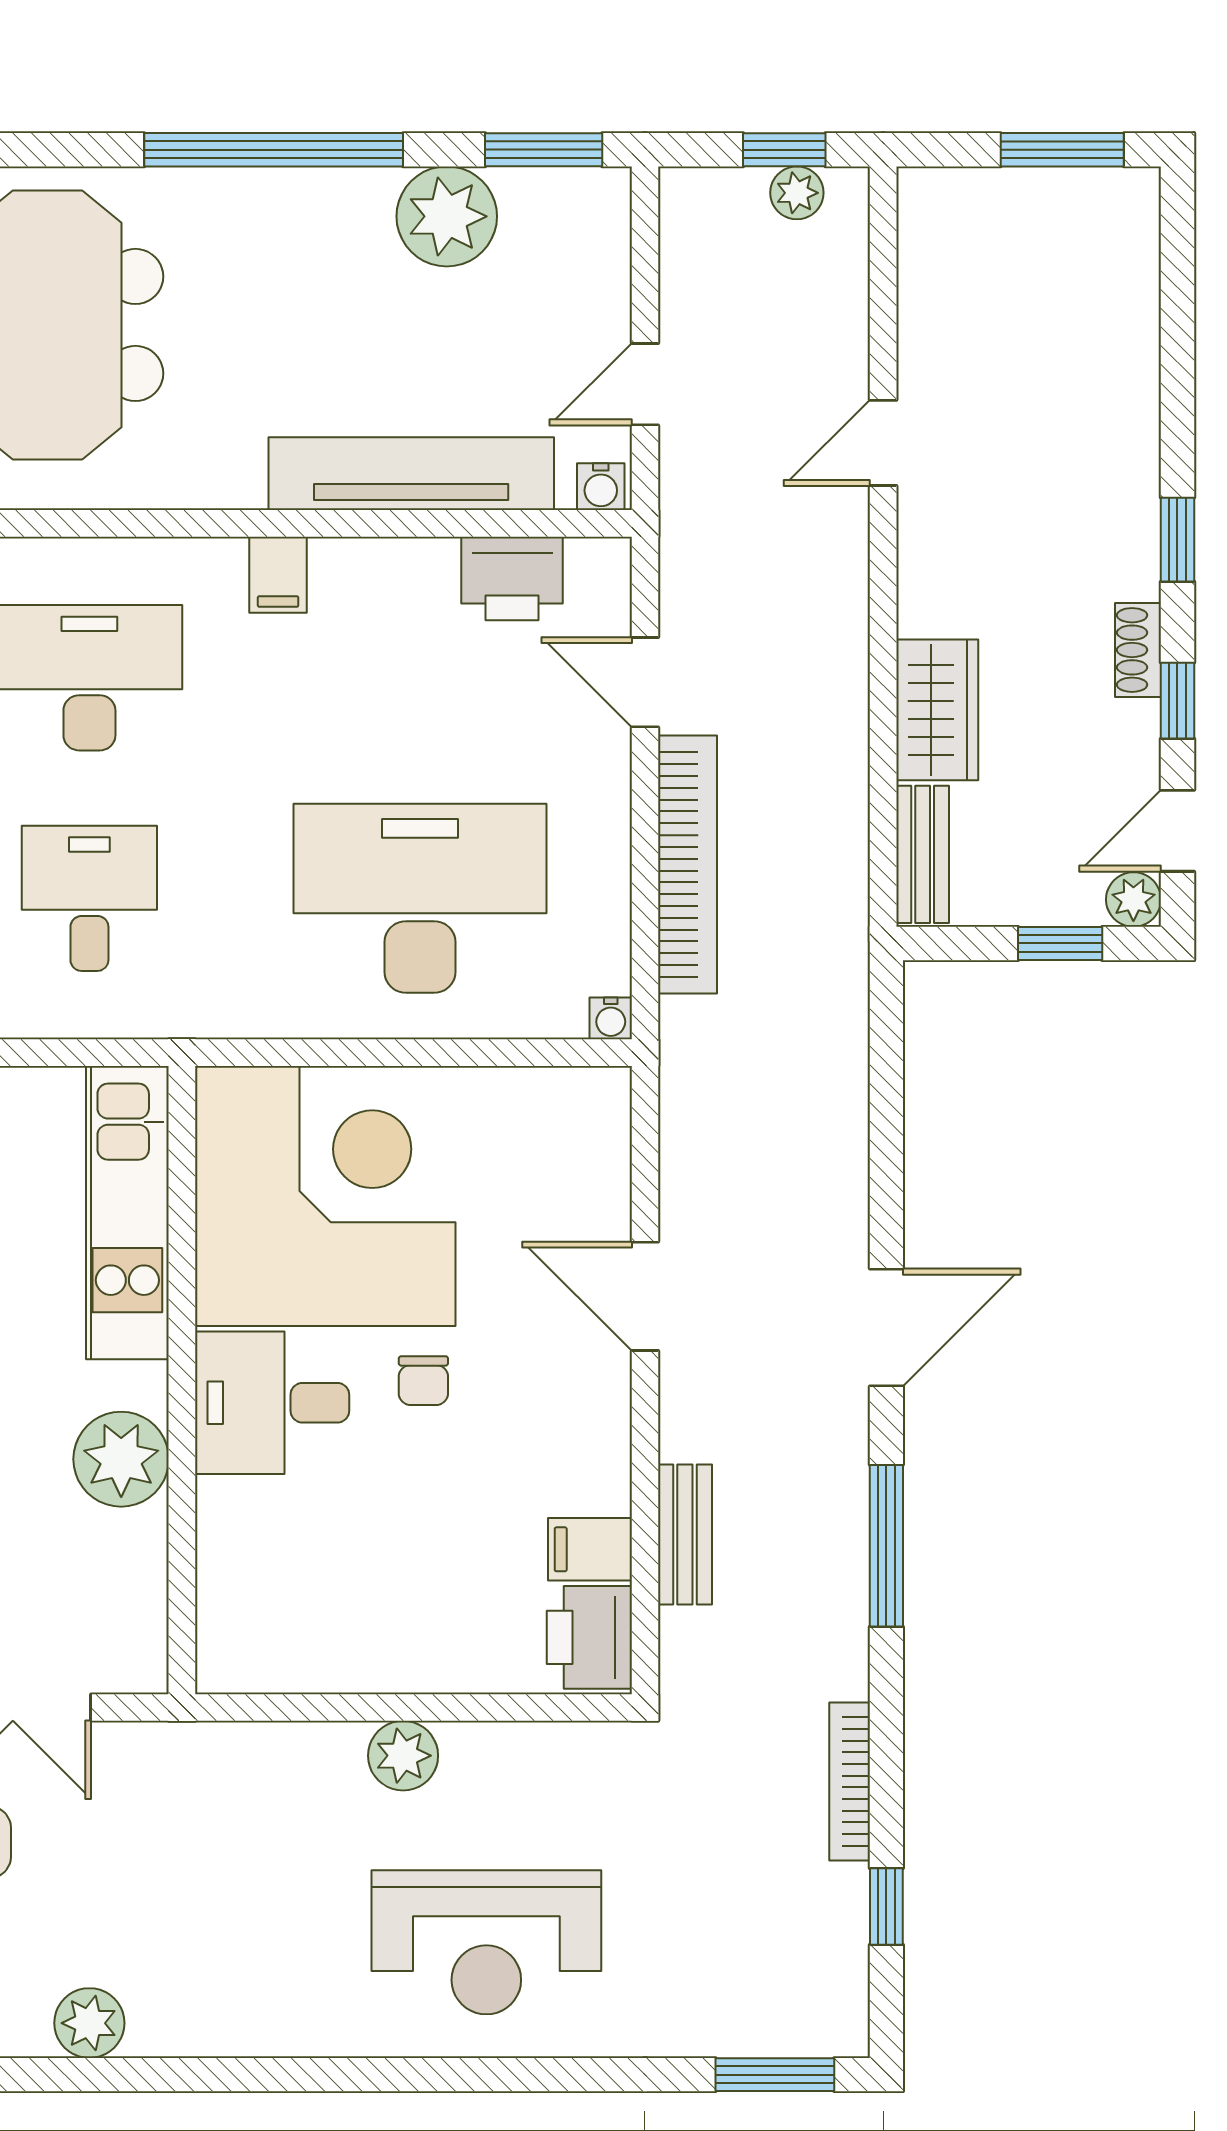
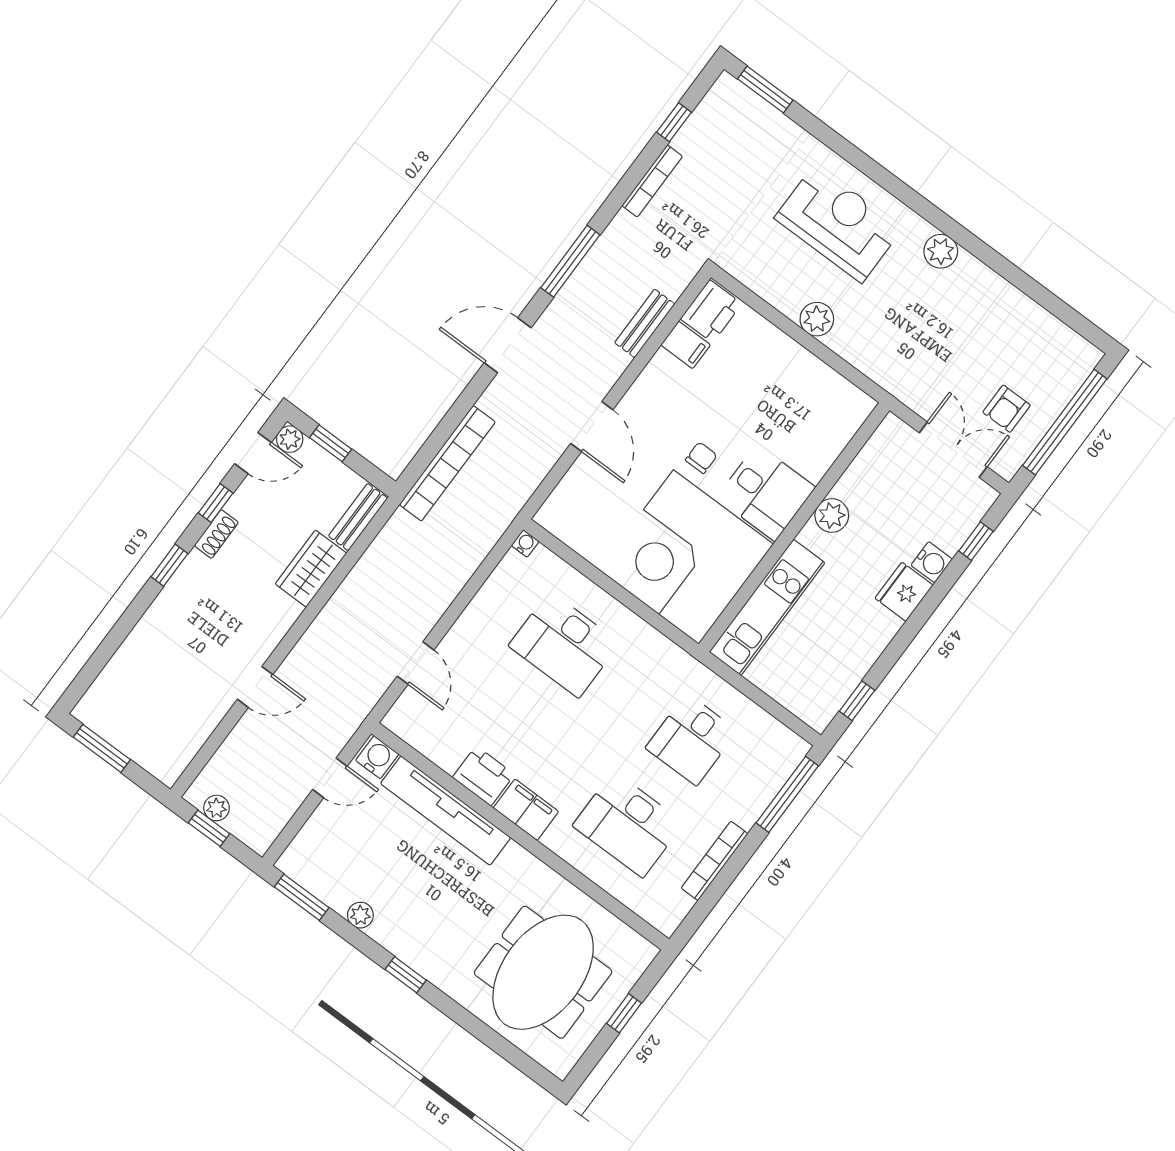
window: (274, 150) -> (406, 975), width x0.32
plant: (447, 216) -> (360, 915), width x0.53, depth x0.53
water cooler: (601, 487) -> (377, 757), width x1.38, depth x1.38
filing cabinet: (278, 575) -> (526, 810), width x2.00
printer: (512, 579) -> (483, 776), moved
bookcase: (688, 865) -> (447, 463), moved, turned 180
desk: (420, 898) -> (564, 644), width x0.73, depth x0.77
plant: (121, 1459) -> (832, 515), width x0.73, depth x0.73
plant: (89, 2023) -> (941, 251), moved

